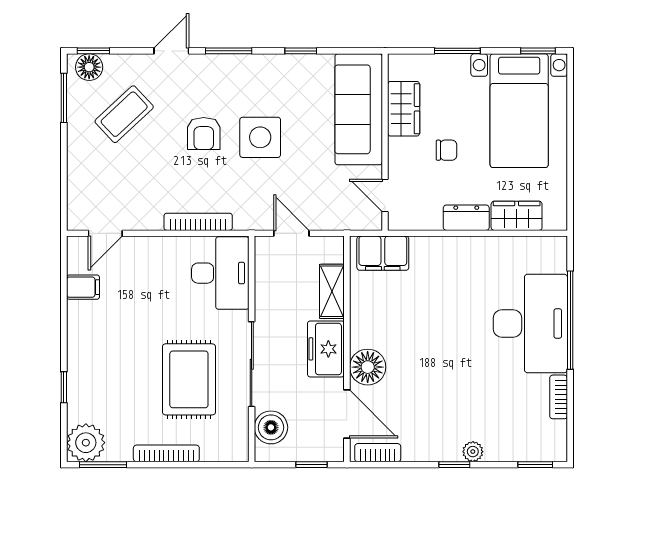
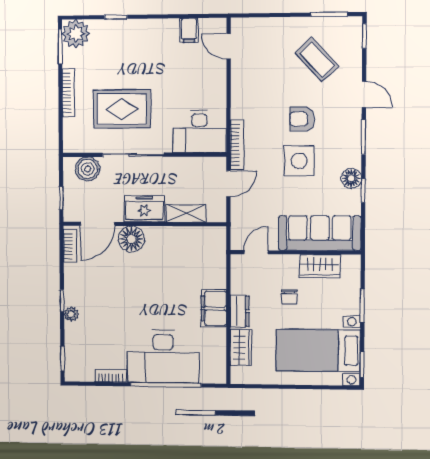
floor lamp: (89, 67) -> (351, 178), moved
bookcase: (198, 222) -> (237, 145), moved
filing cabinet: (383, 253) -> (214, 308), moved

